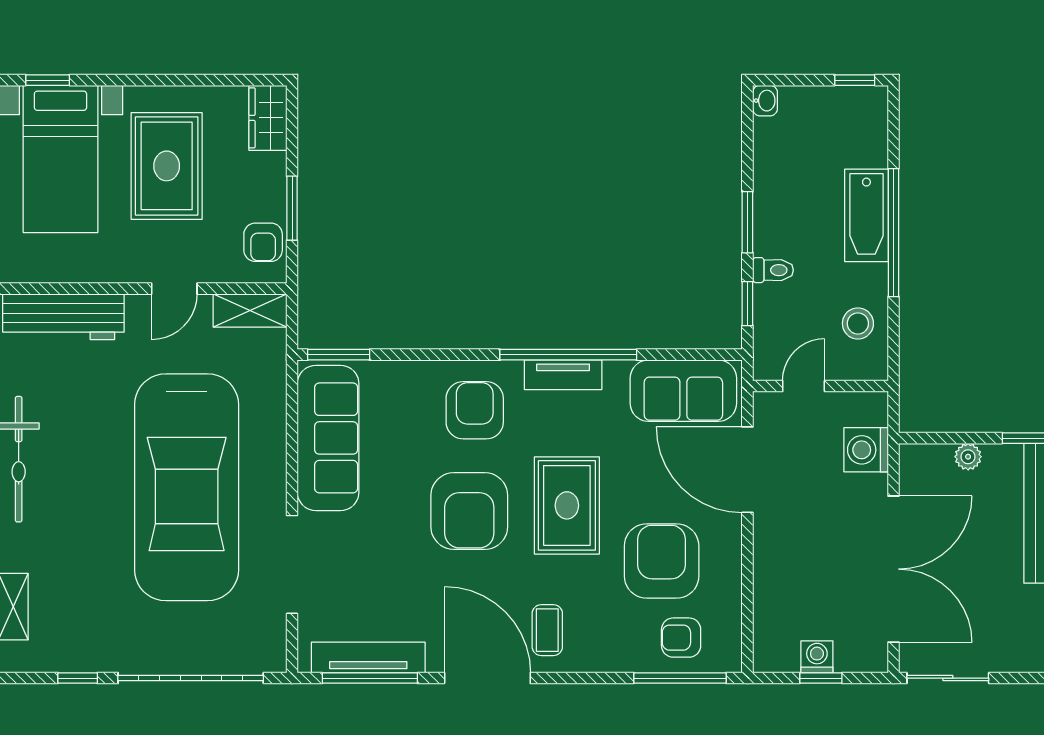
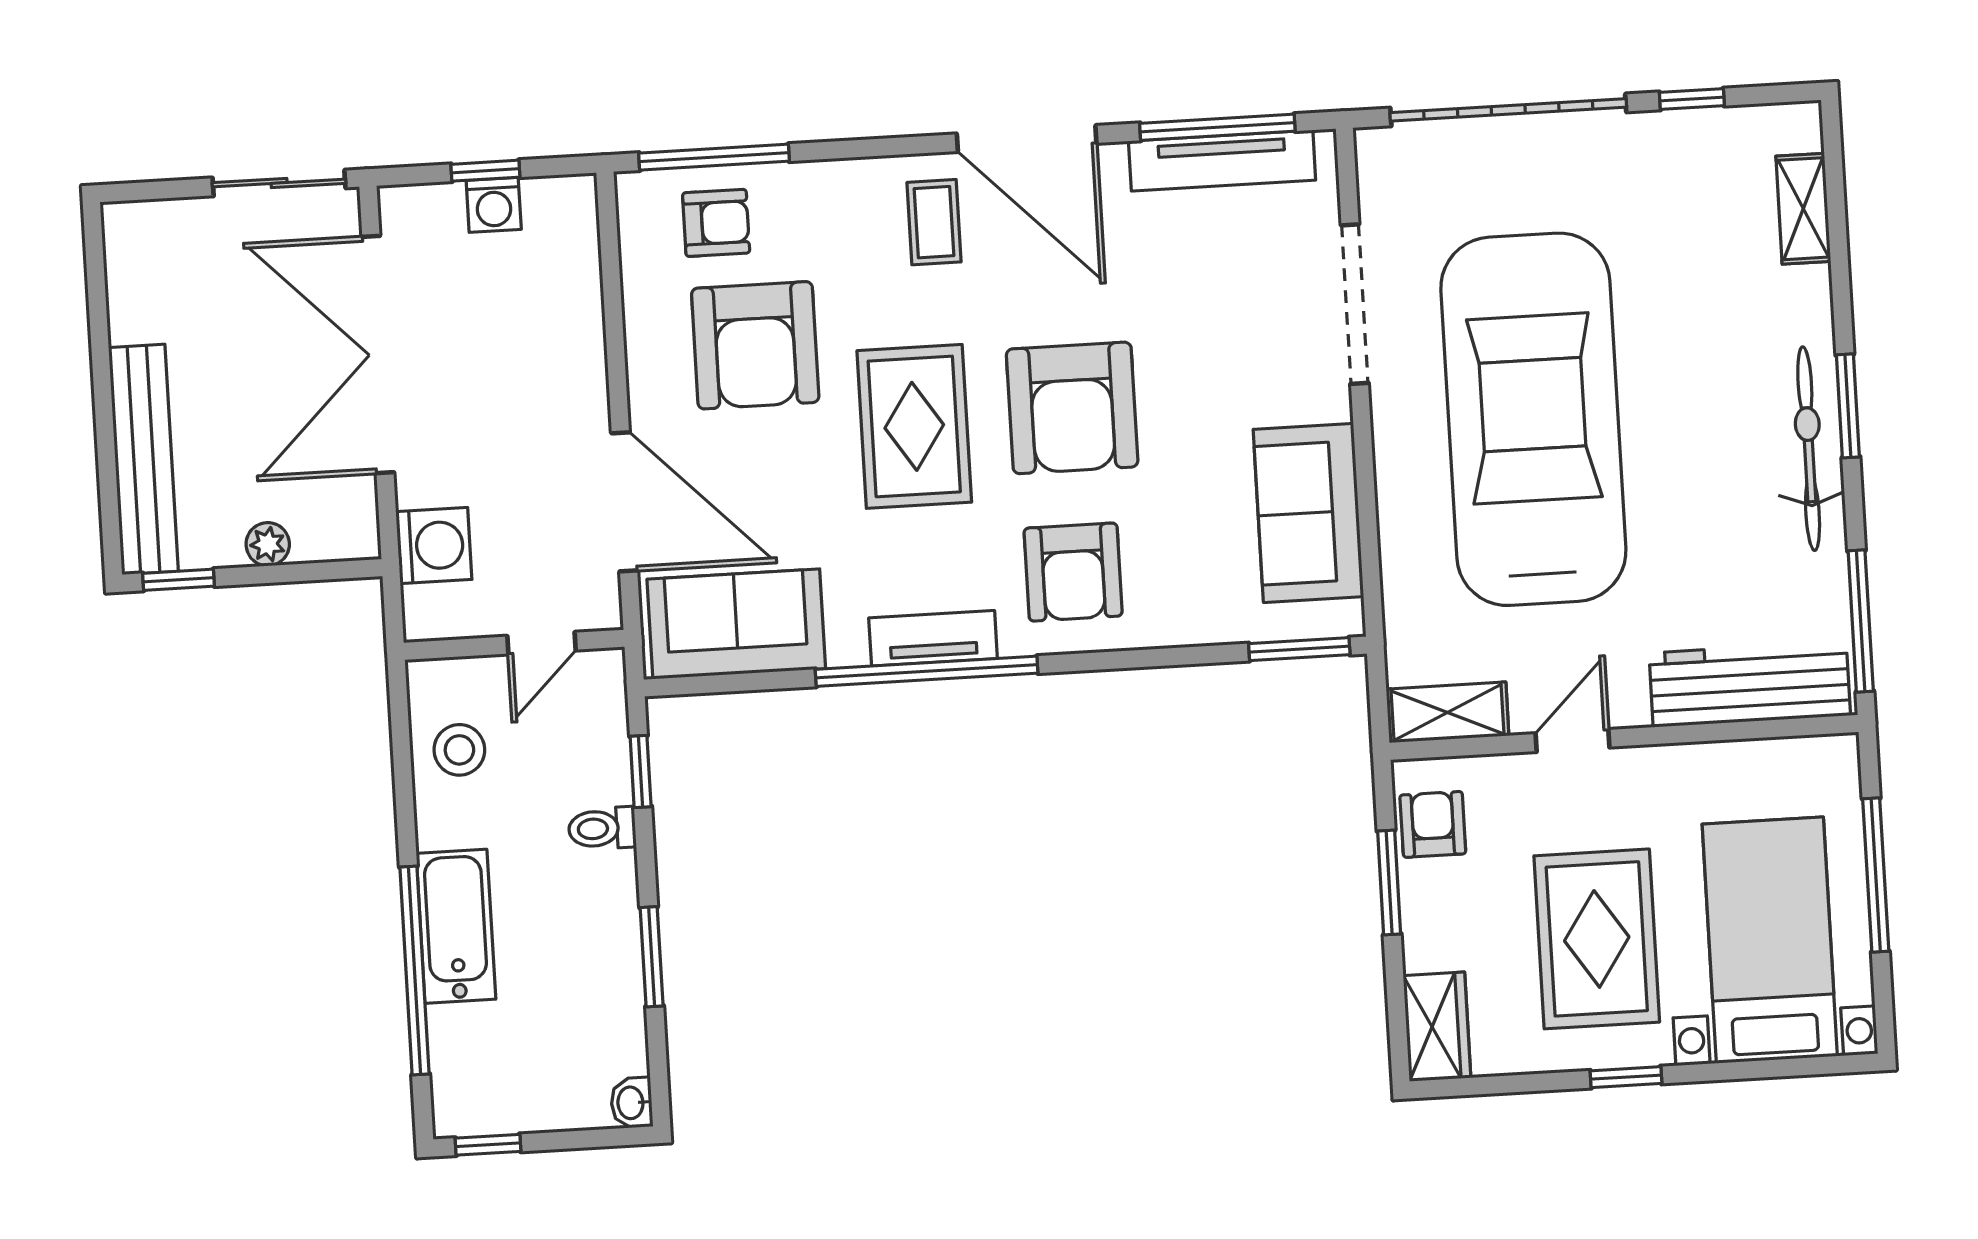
window: (48, 80) -> (1626, 1077), moved
window: (747, 222) -> (652, 957), moved
window: (893, 233) -> (415, 971), moved
sofa: (328, 438) -> (1308, 513), width x0.73
armchair: (469, 511) -> (1072, 408), turned 180

